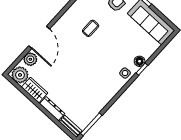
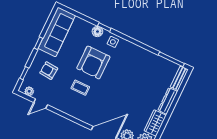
armchair: (111, 48) -> (93, 62), added

